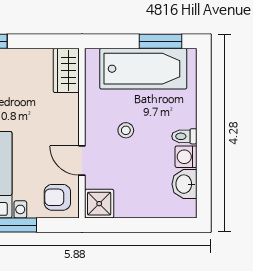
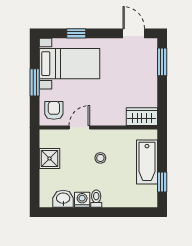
window: (160, 41) -> (162, 182), width x0.67
bathtub: (143, 69) -> (147, 162), width x0.73, depth x0.73
shower: (99, 204) -> (49, 158), moved

